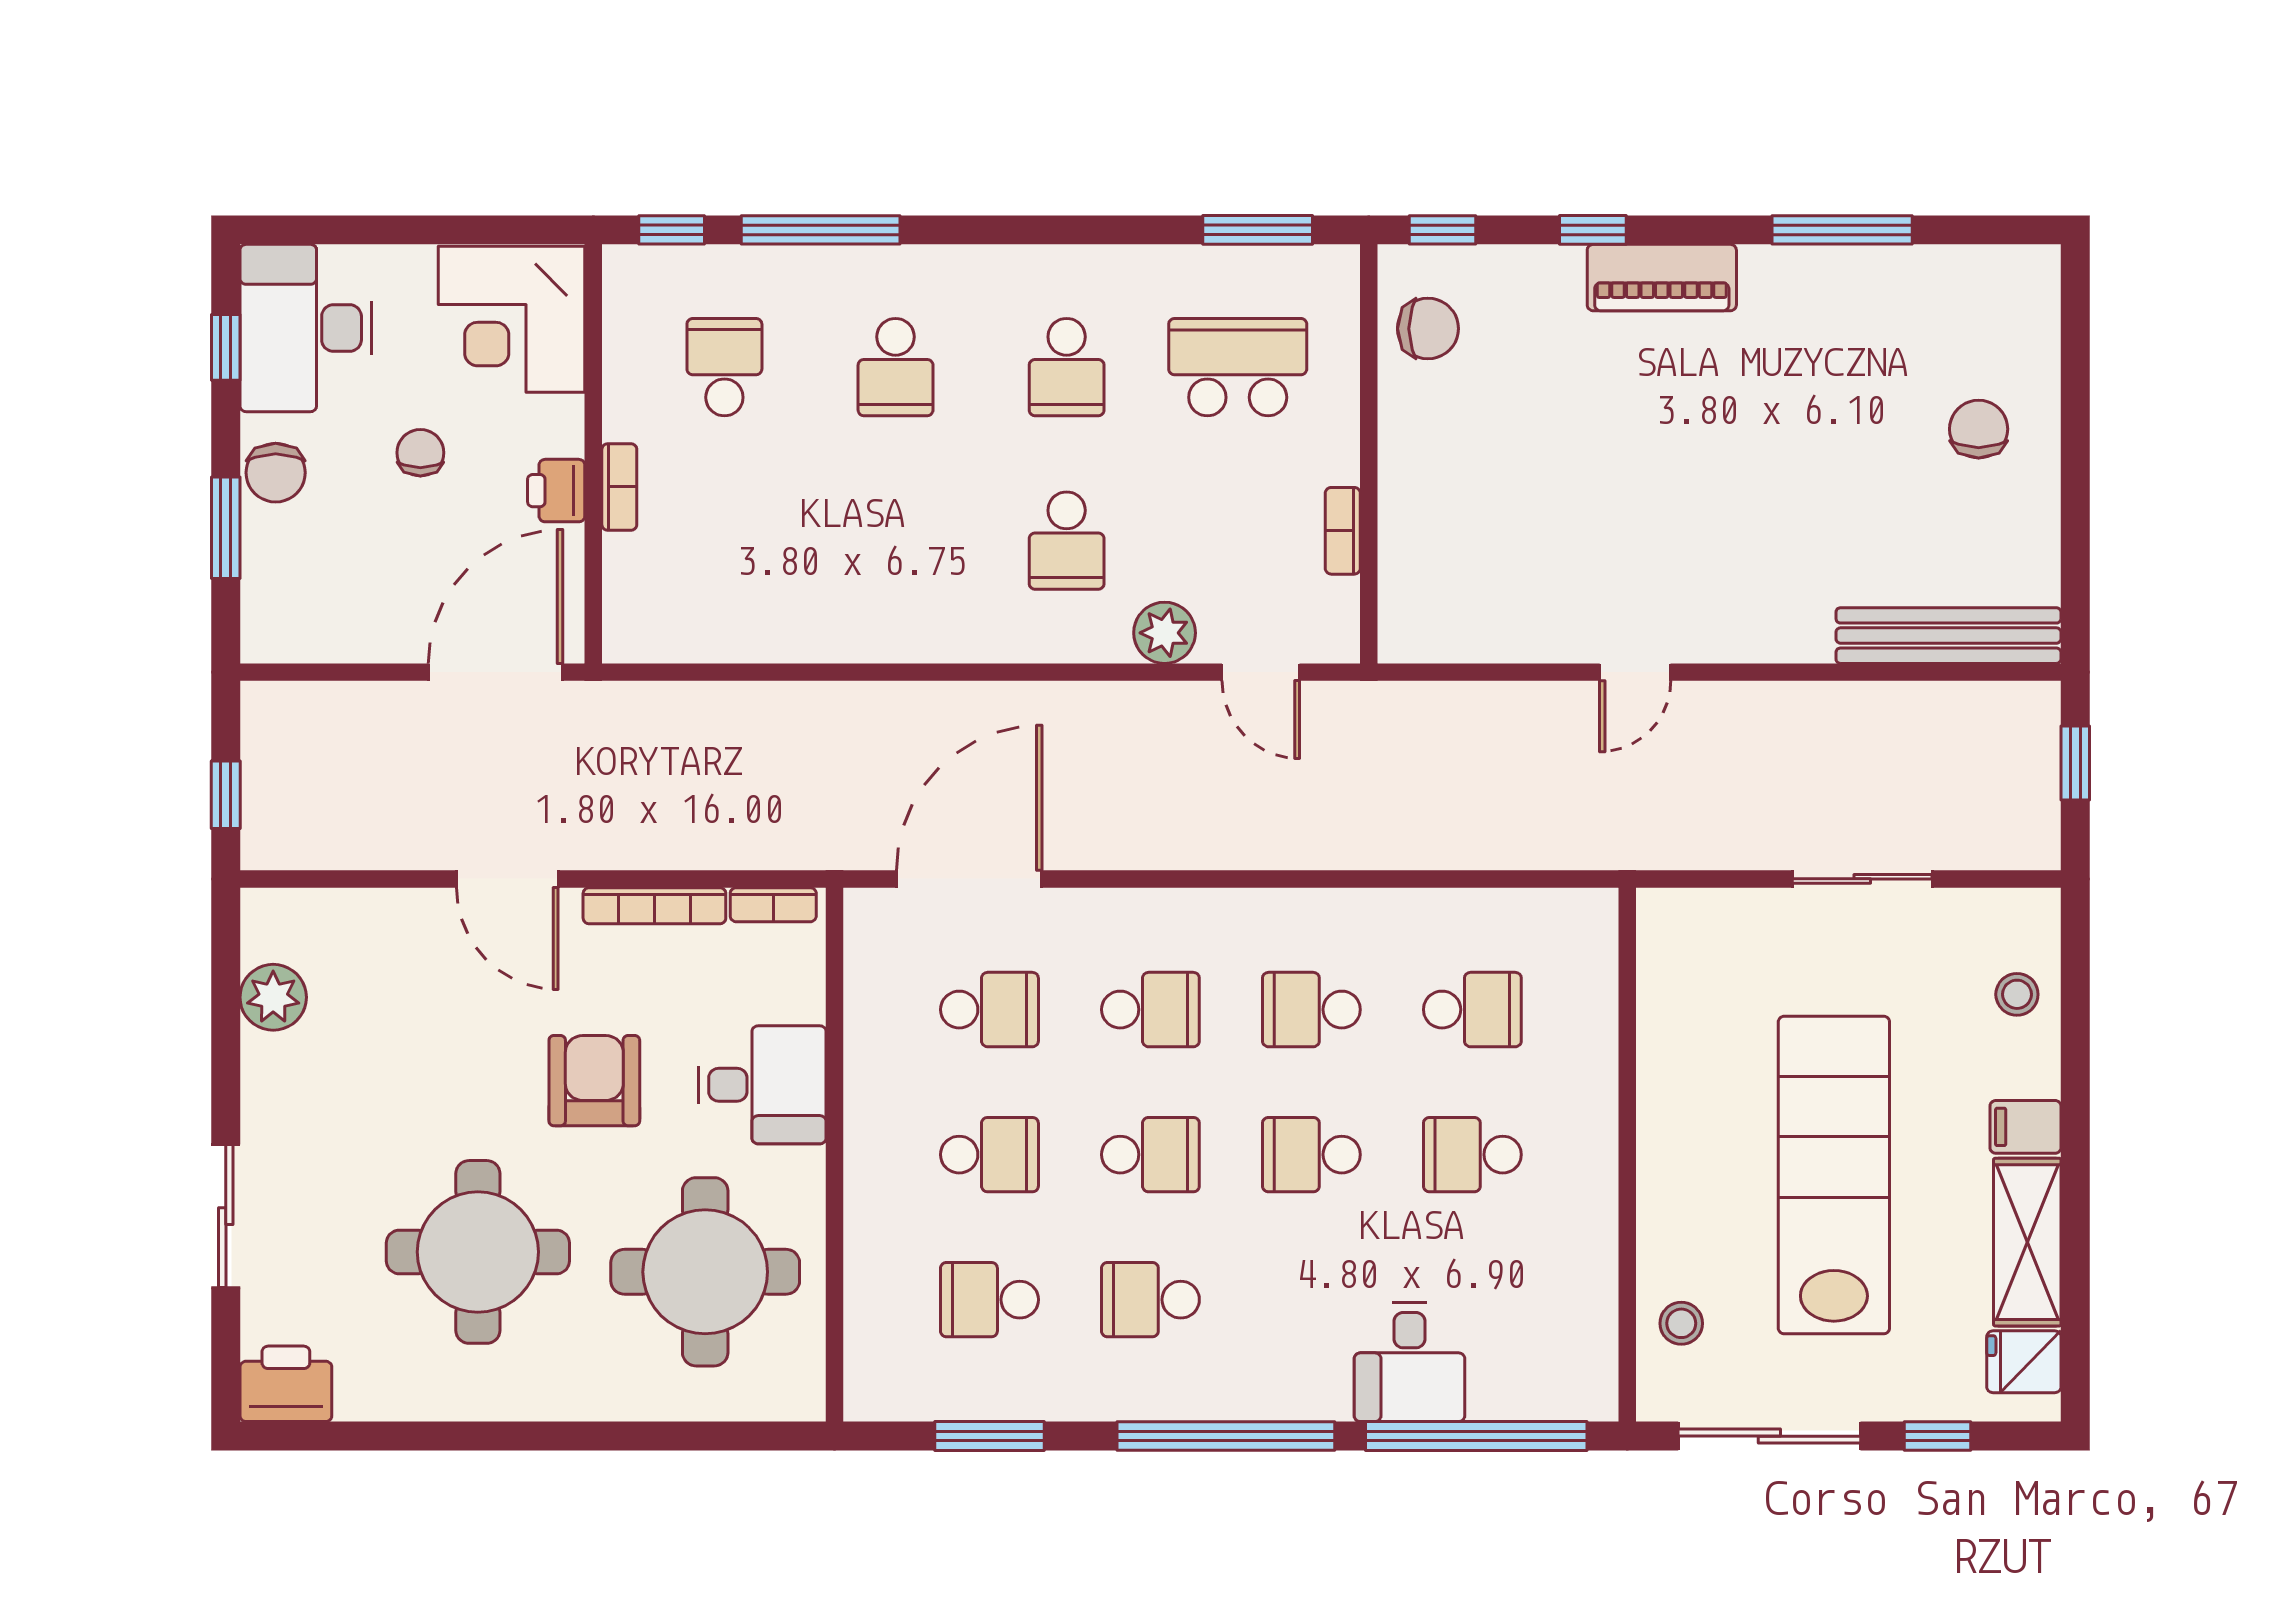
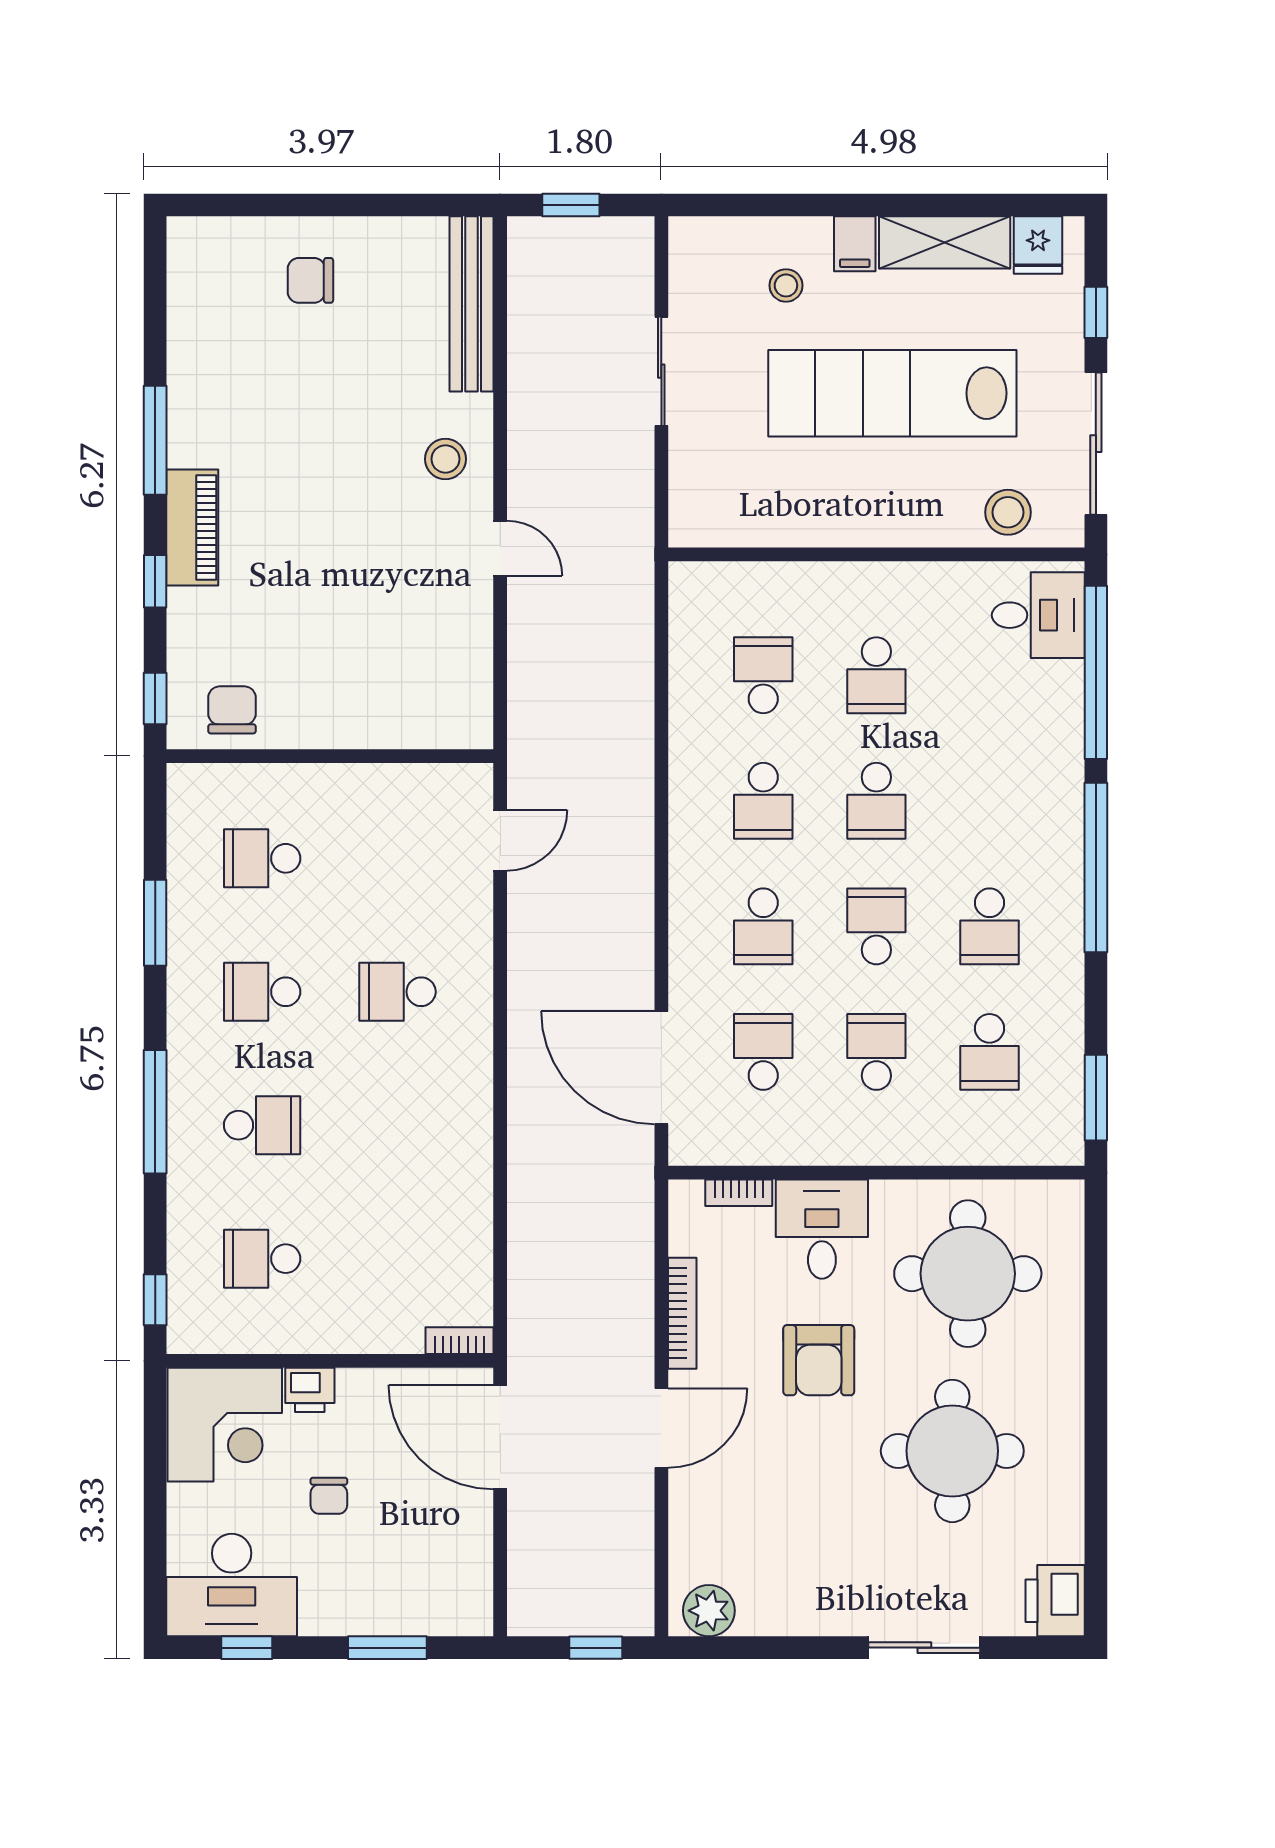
window: (821, 230) -> (155, 1112), moved
window: (1258, 230) -> (155, 923), moved
window: (1842, 230) -> (155, 440), moved
school desk: (1067, 367) -> (262, 992), turned 180
school desk: (1238, 367) -> (262, 858), width x0.54
chair: (420, 453) -> (329, 1496), turned -90
chair: (276, 473) -> (344, 1609), removed
bookcase: (619, 487) -> (459, 1341), moved
printer: (556, 491) -> (310, 1390), moved
bookcase: (1343, 531) -> (390, 776), removed
school desk: (1067, 541) -> (397, 992), turned 180
stool: (1750, 602) -> (445, 459), added
plant: (1165, 633) -> (469, 915), removed
bookcase: (773, 905) -> (739, 1193), moved, turned 90
stool: (2017, 994) -> (786, 285), moved
plant: (273, 997) -> (709, 1611), moved
school desk: (1150, 1010) -> (763, 926), turned 180
armchair: (594, 1081) -> (819, 1360), turned -90
stool: (1681, 1323) -> (1008, 512), width x1.37, depth x1.37
desk: (1410, 1362) -> (1038, 615), moved
window: (989, 1436) -> (1096, 1098), moved

